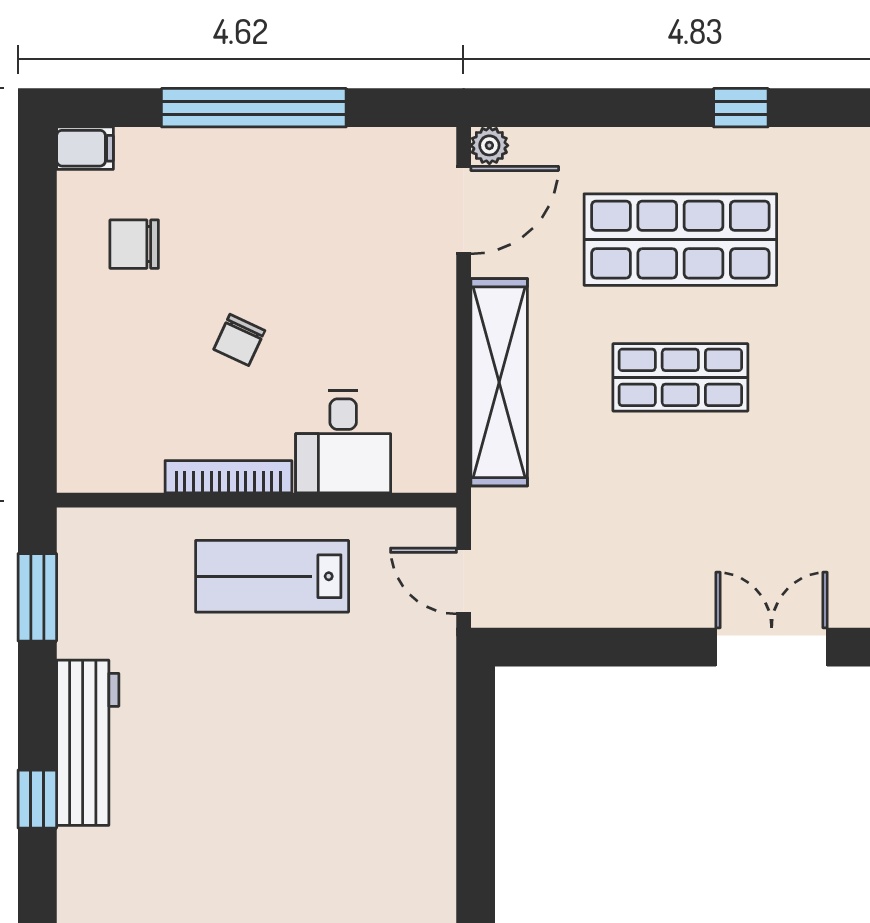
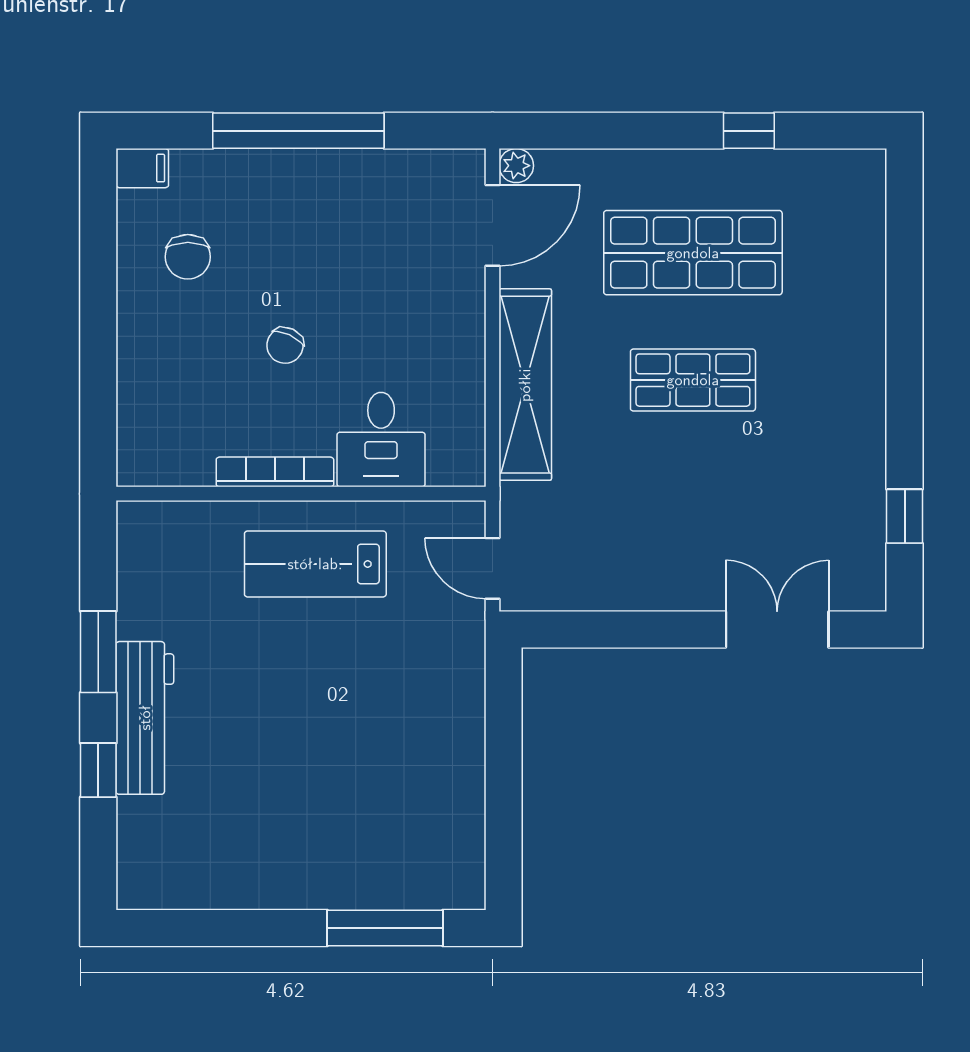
chair: (134, 244) -> (188, 257), turned -90
window: (37, 597) -> (98, 652), moved

